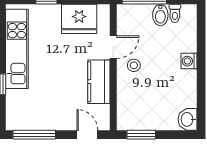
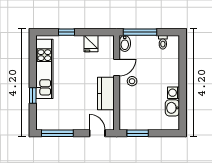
bidet: (160, 15) -> (125, 43), moved
fridge: (79, 19) -> (91, 44), width x0.53, depth x0.75
washing machine: (189, 61) -> (173, 93), moved
washbasin: (188, 119) -> (172, 108), moved

